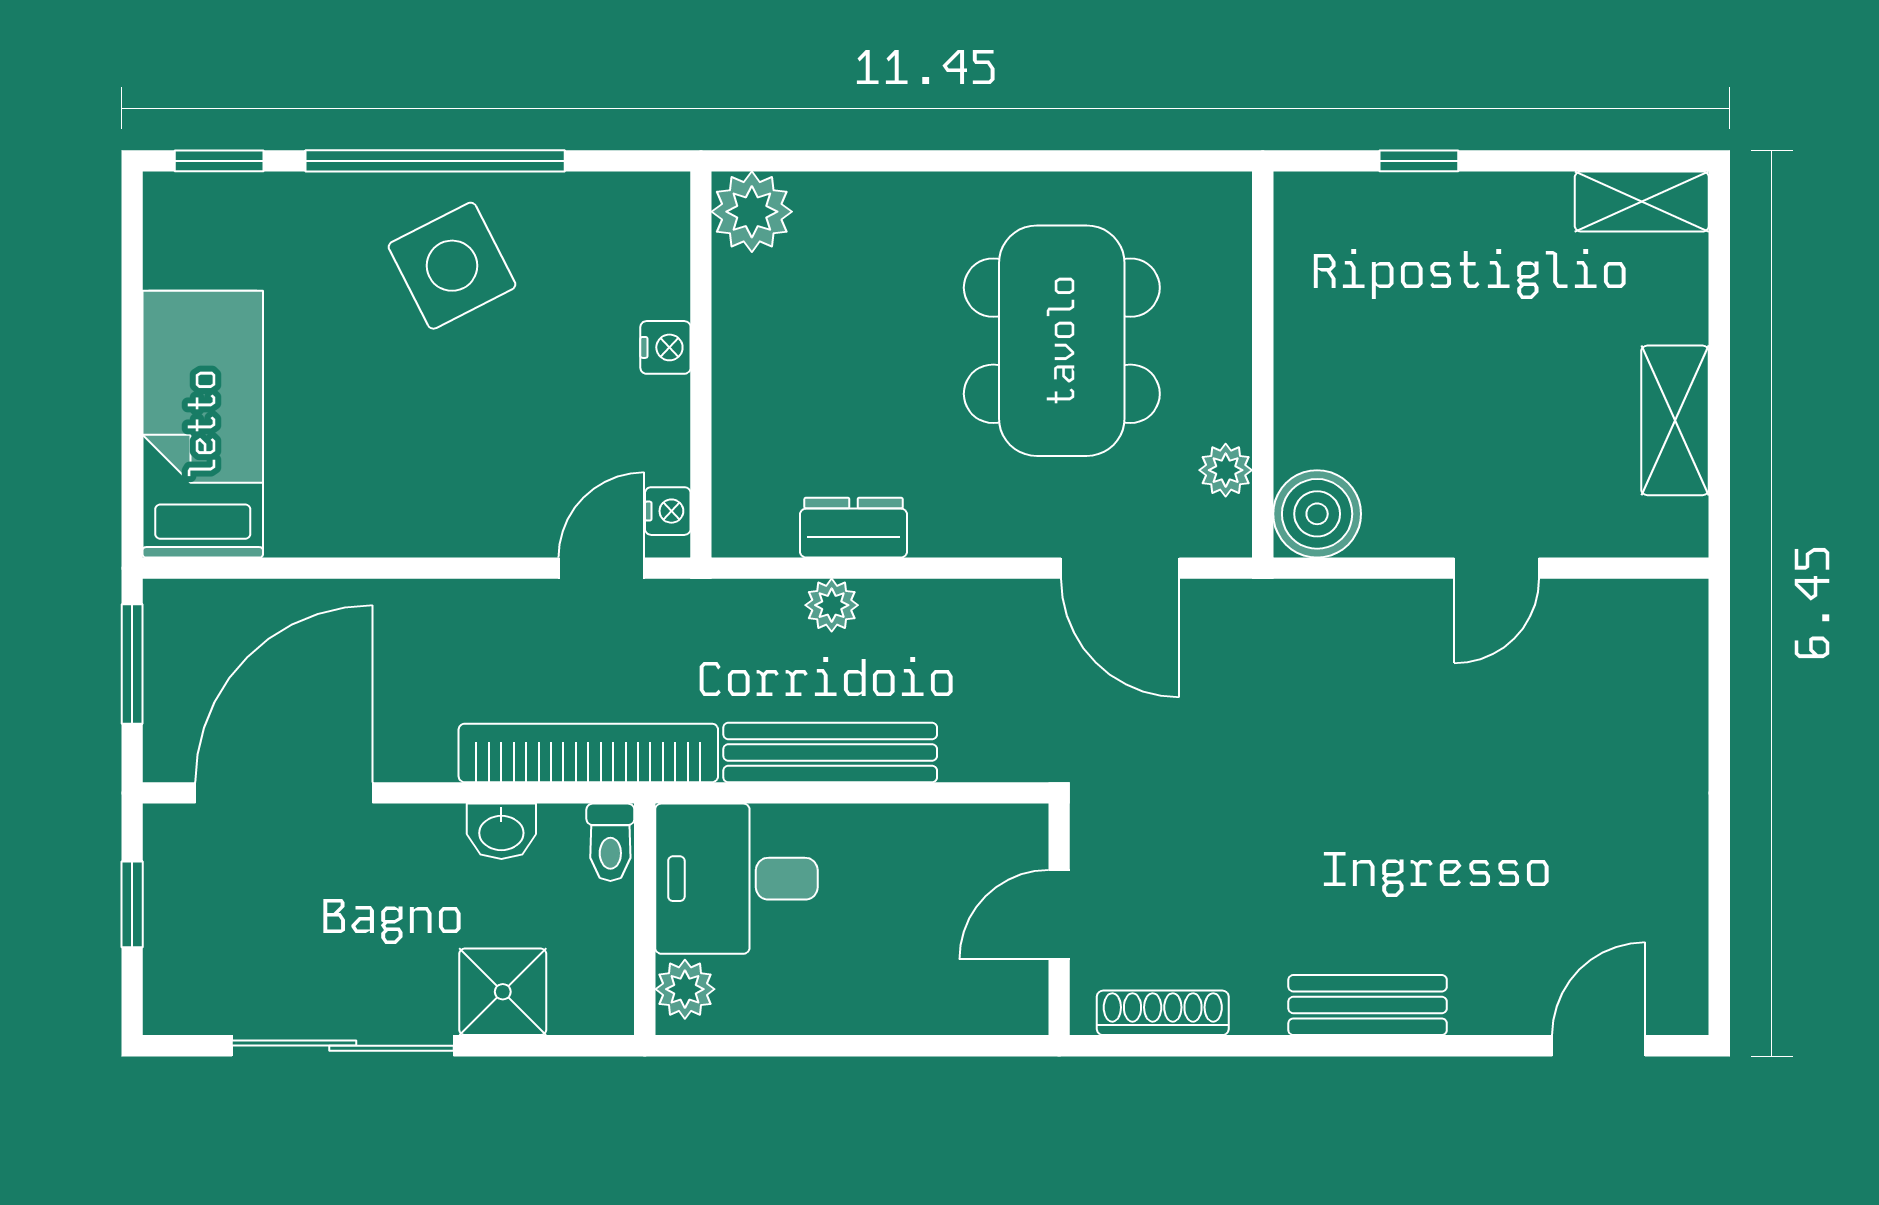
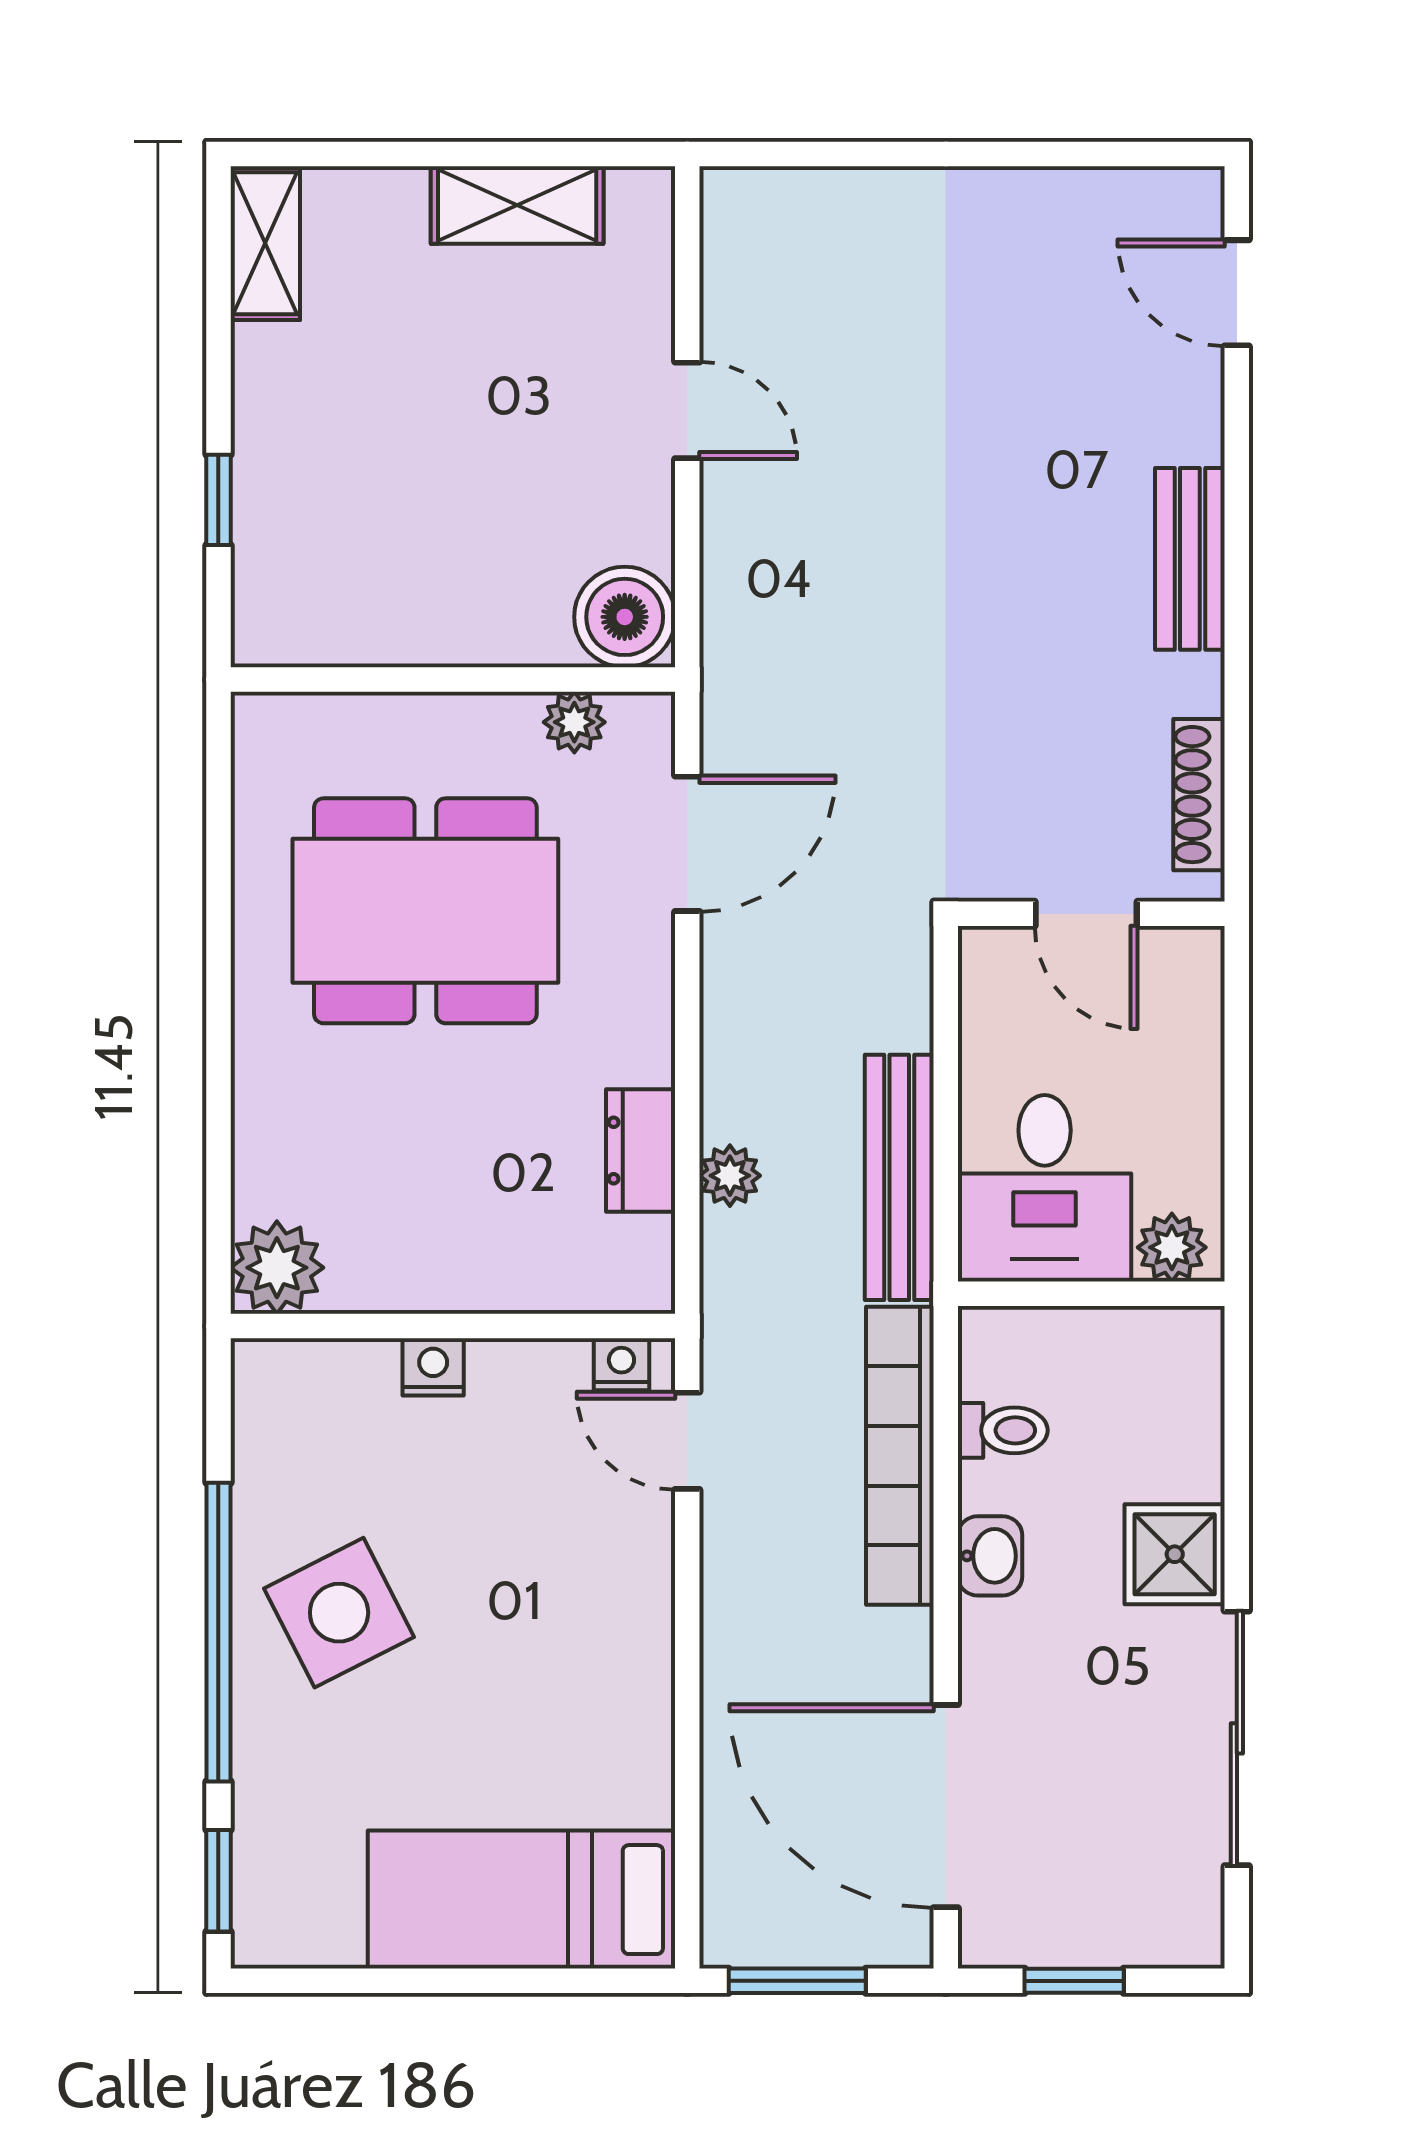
desk: (736, 879) -> (1045, 1188), moved
wall: (645, 919) -> (1091, 1294), moved
plant: (685, 989) -> (1172, 1247), moved

